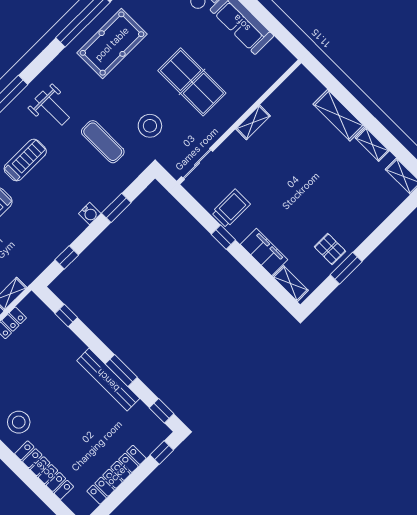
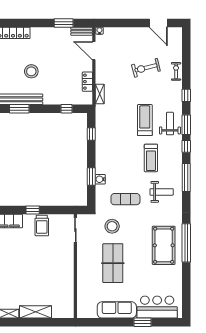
table tennis table: (192, 82) -> (113, 263), turned 90
weight bench: (52, 108) -> (162, 192), turned 180
shelving: (253, 122) -> (69, 272), removed
water cooler: (90, 214) -> (100, 179), moved
stool: (19, 422) -> (31, 71), moved

